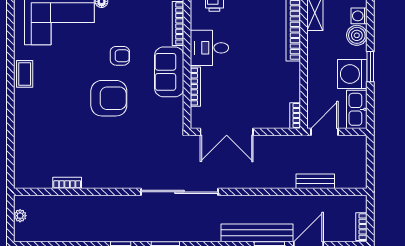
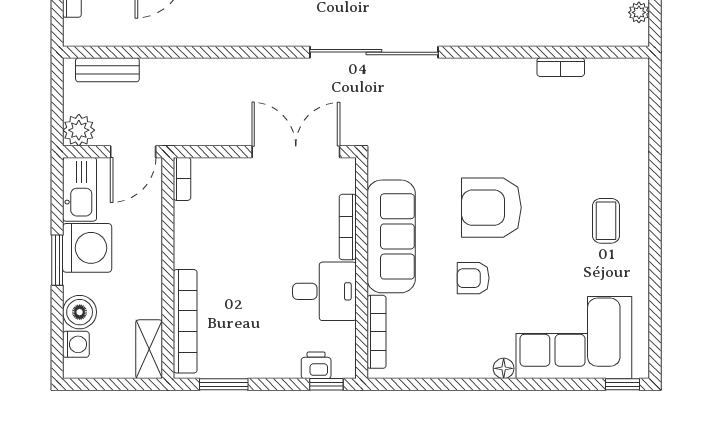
sofa: (169, 72) -> (391, 236), width x1.36
coffee table: (25, 74) -> (606, 221), moved
plant: (357, 145) -> (79, 130), added
bench: (315, 181) -> (107, 70), moved

